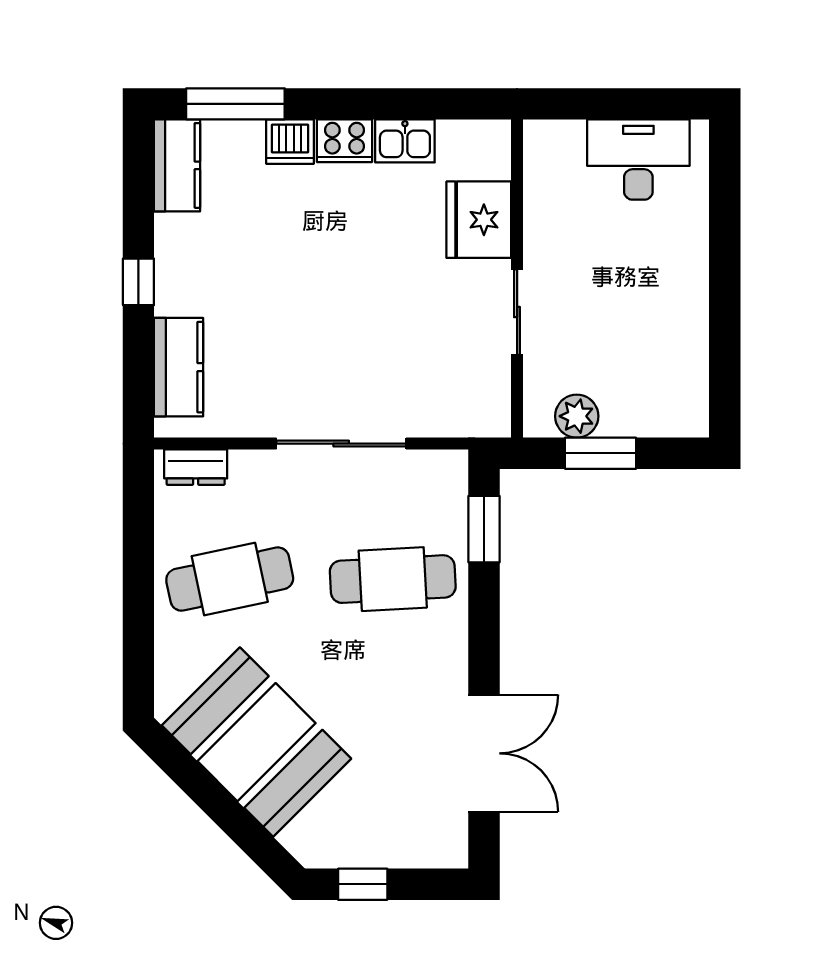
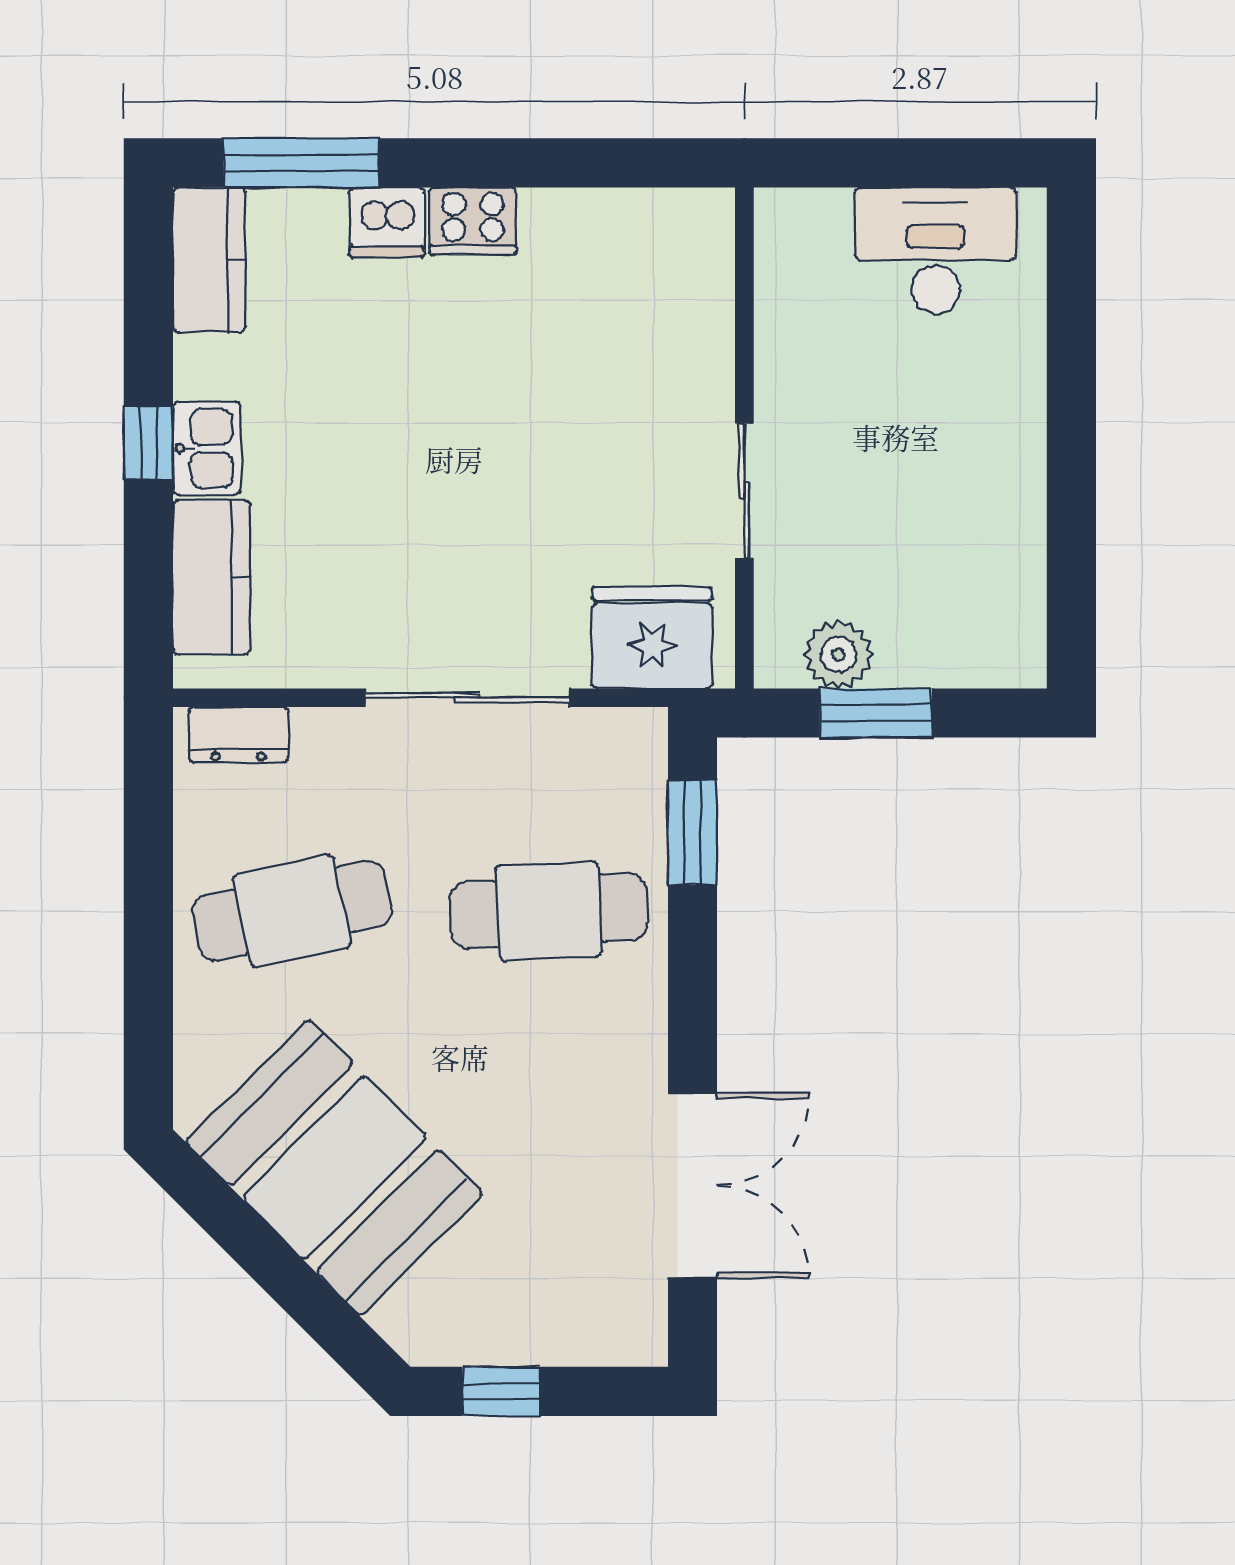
kitchen sink: (405, 141) -> (207, 448), moved, turned -90
fridge: (479, 220) -> (652, 638), moved, turned 90

